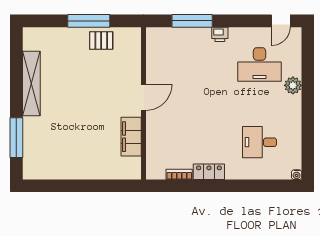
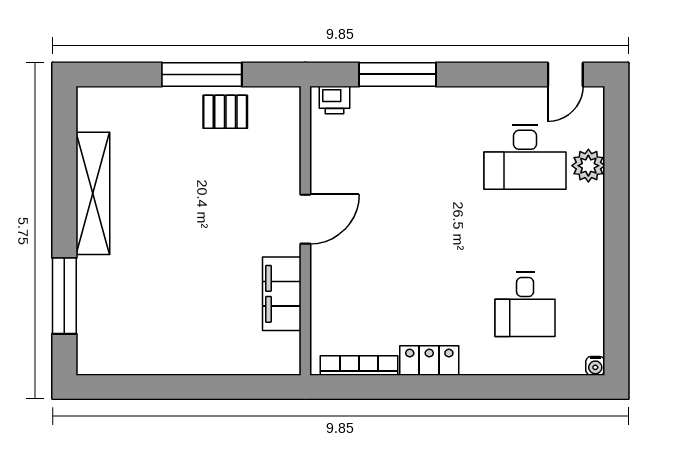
printer: (220, 34) -> (335, 100), moved
plant: (293, 85) -> (588, 166), moved
desk: (260, 142) -> (525, 304), turned -90
bookcase: (179, 174) -> (359, 365), width x1.56

